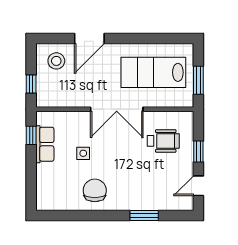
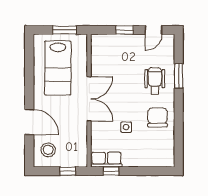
wheelchair: (163, 141) -> (155, 81), moved
row of seats: (45, 144) -> (106, 160), moved
door: (198, 186) -> (153, 30), hinge flipped
chair: (95, 190) -> (157, 117), turned 90

